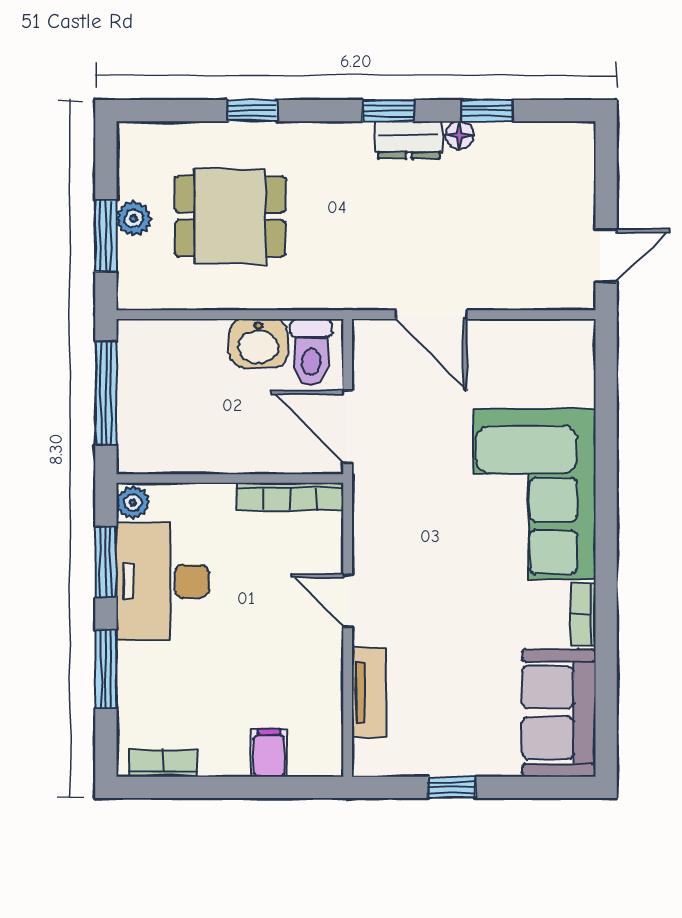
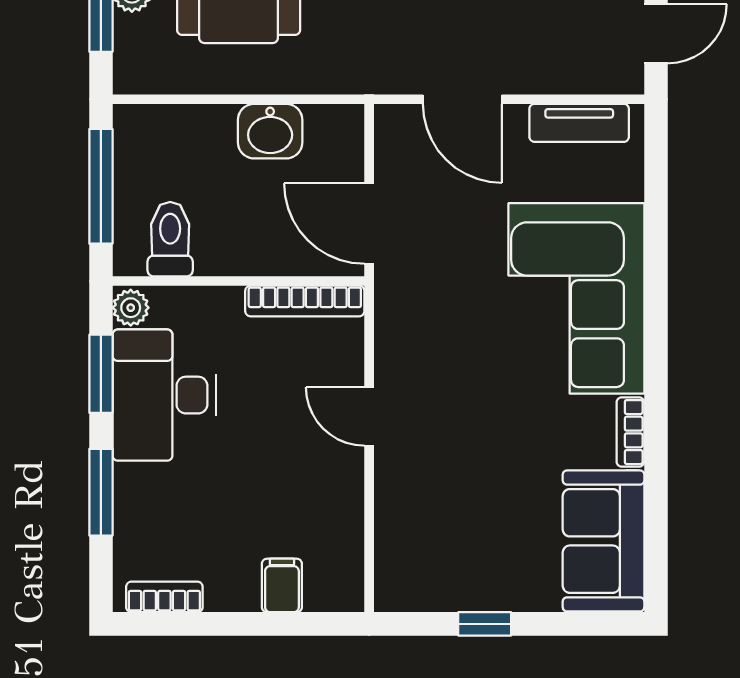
toilet: (311, 352) -> (170, 239), moved, turned 180
tv unit: (369, 692) -> (579, 123), moved, turned 90

